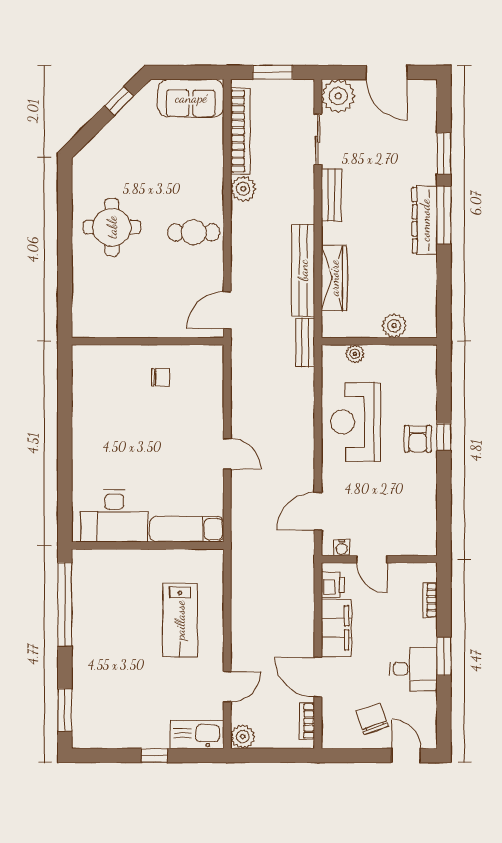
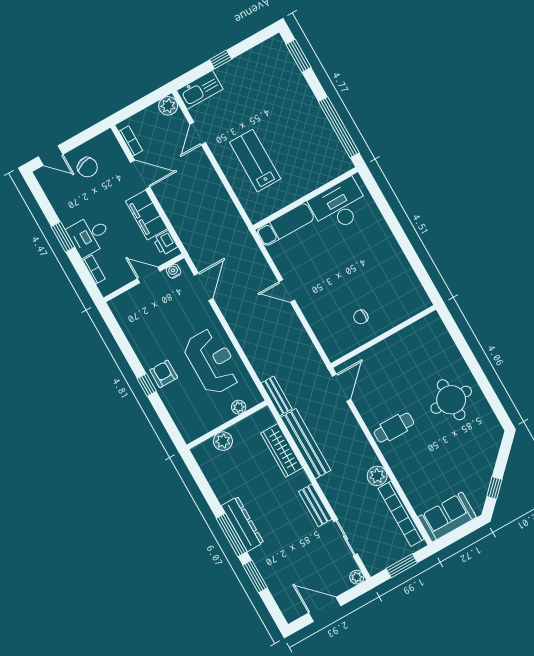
plant: (338, 96) -> (357, 577), width x0.53, depth x0.53
desk: (413, 669) -> (89, 235), moved

